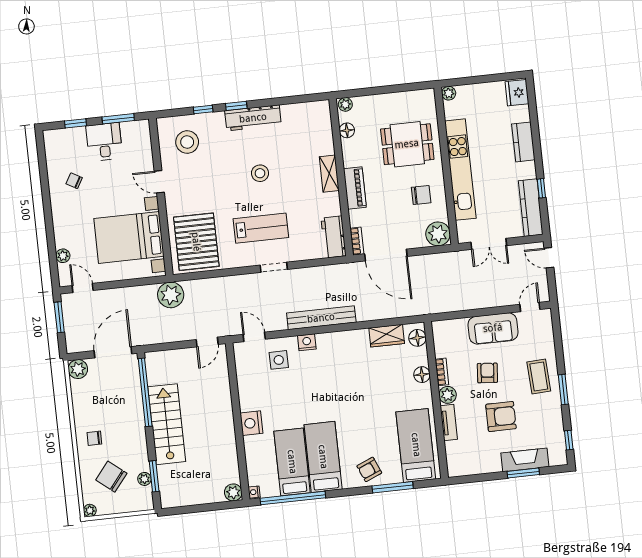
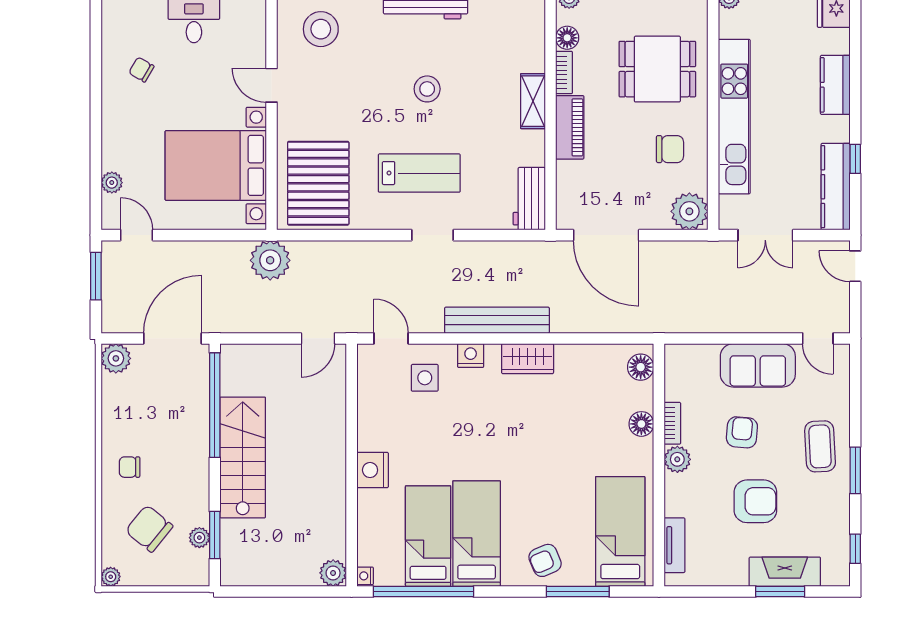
bookcase: (357, 241) -> (564, 72), moved
door: (530, 307) -> (818, 338), swing flipped
wardrobe: (387, 336) -> (528, 359), moved
tv unit: (449, 423) -> (674, 545), moved

